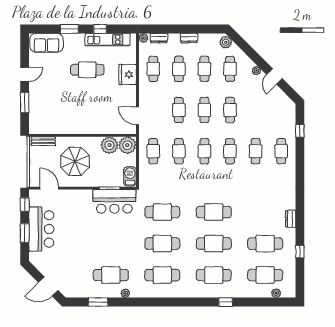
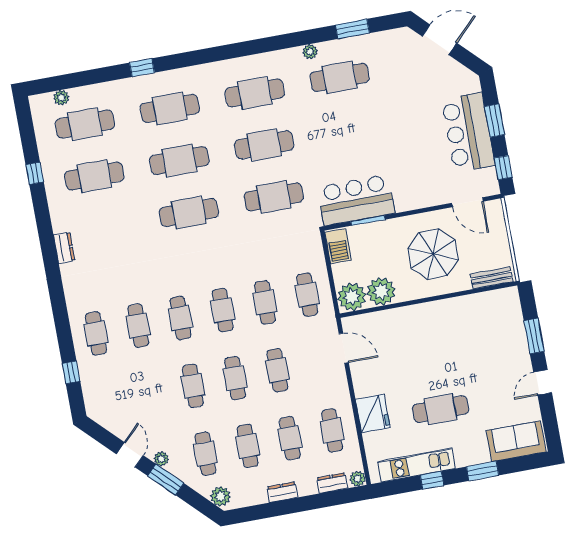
window: (256, 58) -> (166, 480), added
dresser: (291, 219) -> (64, 248), moved

